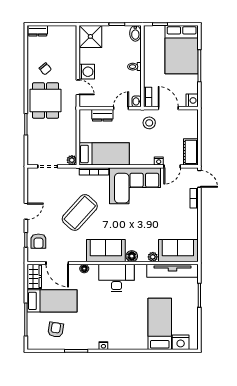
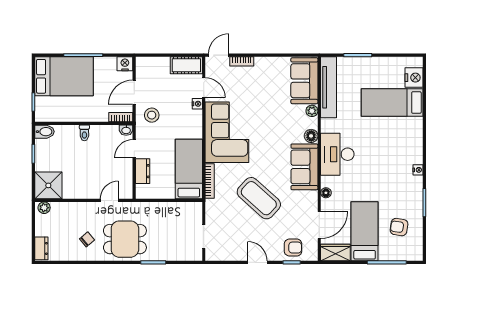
washing machine: (87, 72) -> (90, 190), removed
door: (121, 108) -> (134, 149), hinge flipped
plant: (72, 160) -> (44, 208), moved

